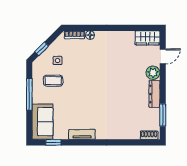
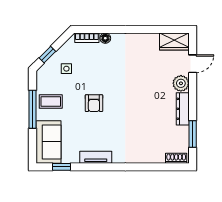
coffee table: (53, 81) -> (51, 101), moved
armchair: (80, 89) -> (94, 103), added

